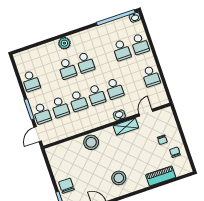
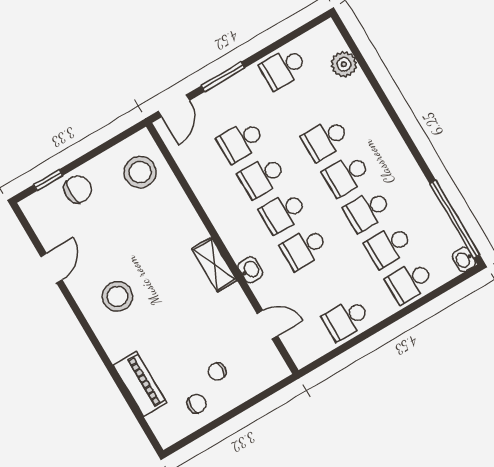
plant: (64, 43) -> (344, 64), moved
school desk: (42, 113) -> (368, 211), moved
shelving: (126, 127) -> (214, 265), moved
door: (38, 134) -> (174, 106), swing flipped
stool: (91, 142) -> (140, 172), moved

